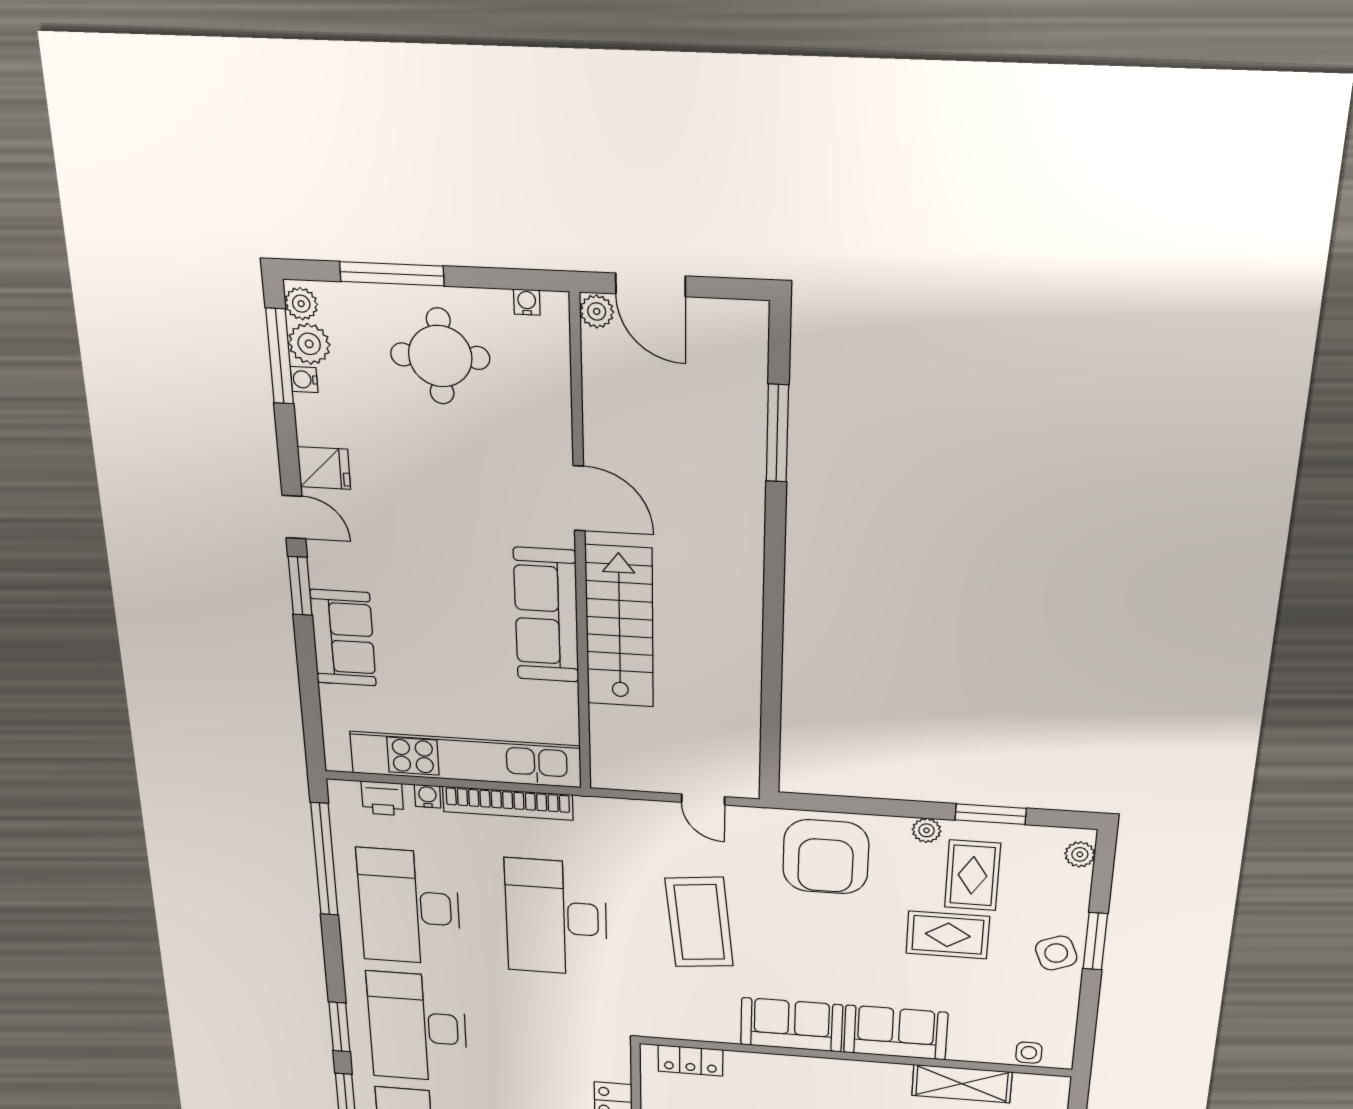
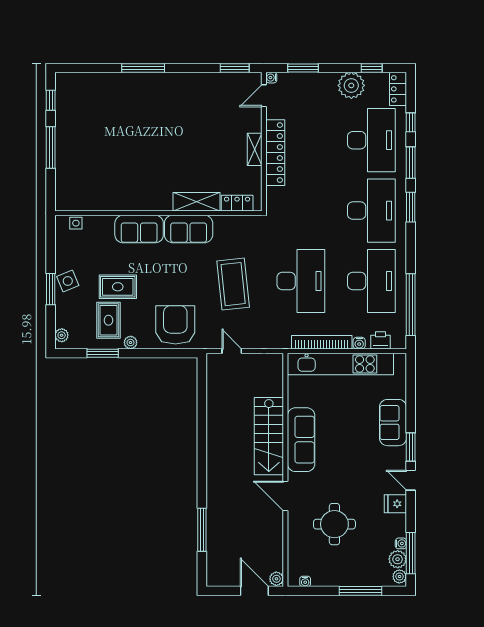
round table: (440, 356) -> (334, 524), moved
shelving: (962, 1084) -> (197, 202), moved

